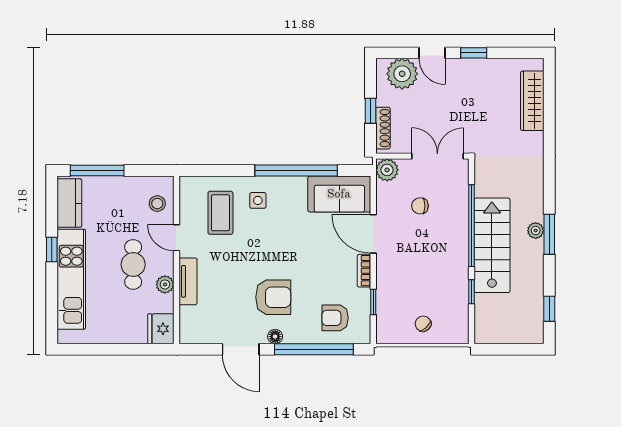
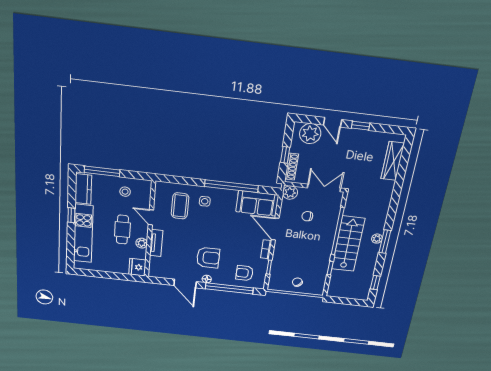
stool: (157, 204) -> (125, 192), moved

